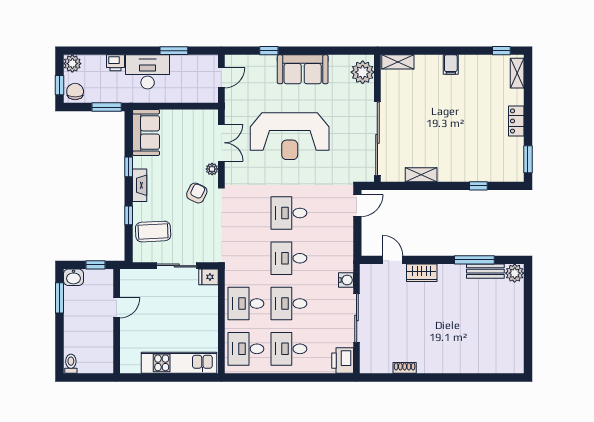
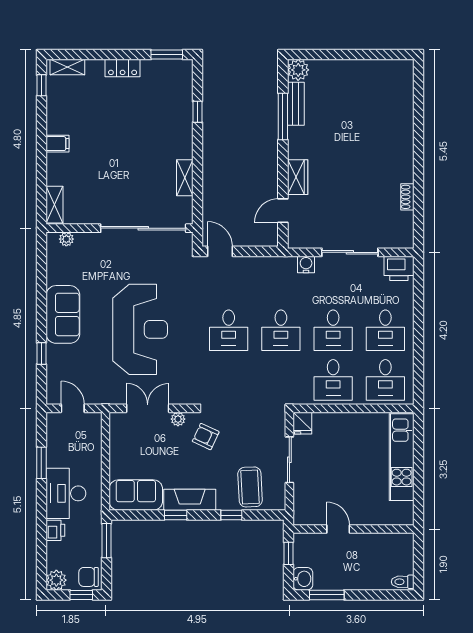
plant: (363, 72) -> (66, 239), width x0.53, depth x0.53
fireplace: (140, 185) -> (190, 500), width x1.37, depth x1.32

